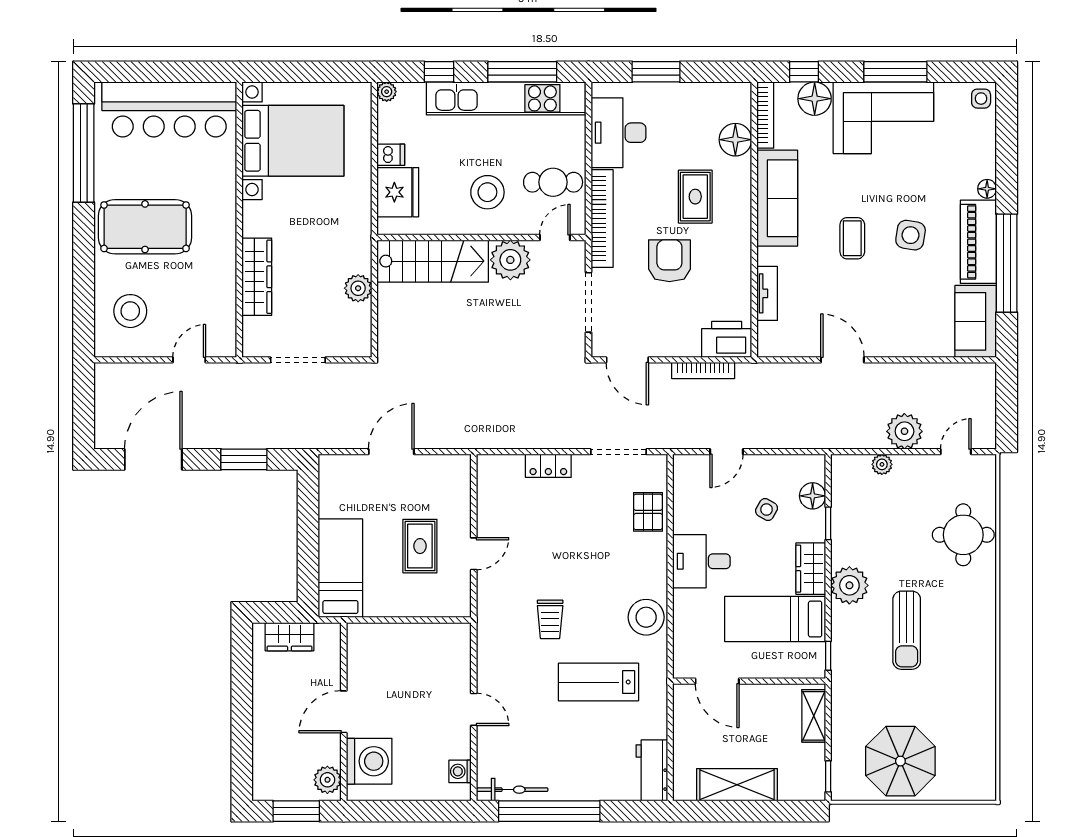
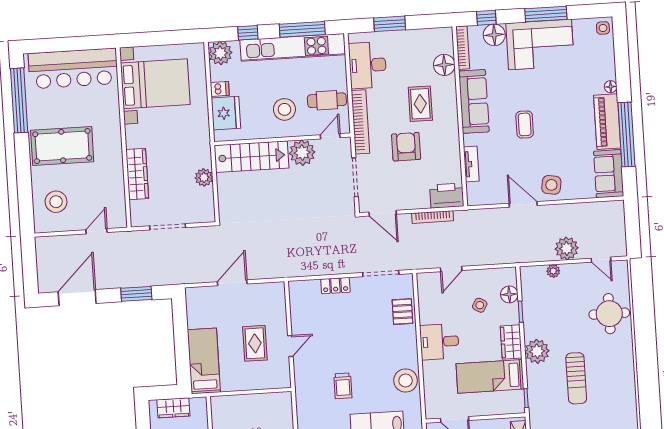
plant: (387, 92) -> (220, 53), width x1.87, depth x1.87
side table: (911, 235) -> (551, 185), moved
door: (956, 452) -> (601, 260), swing flipped

